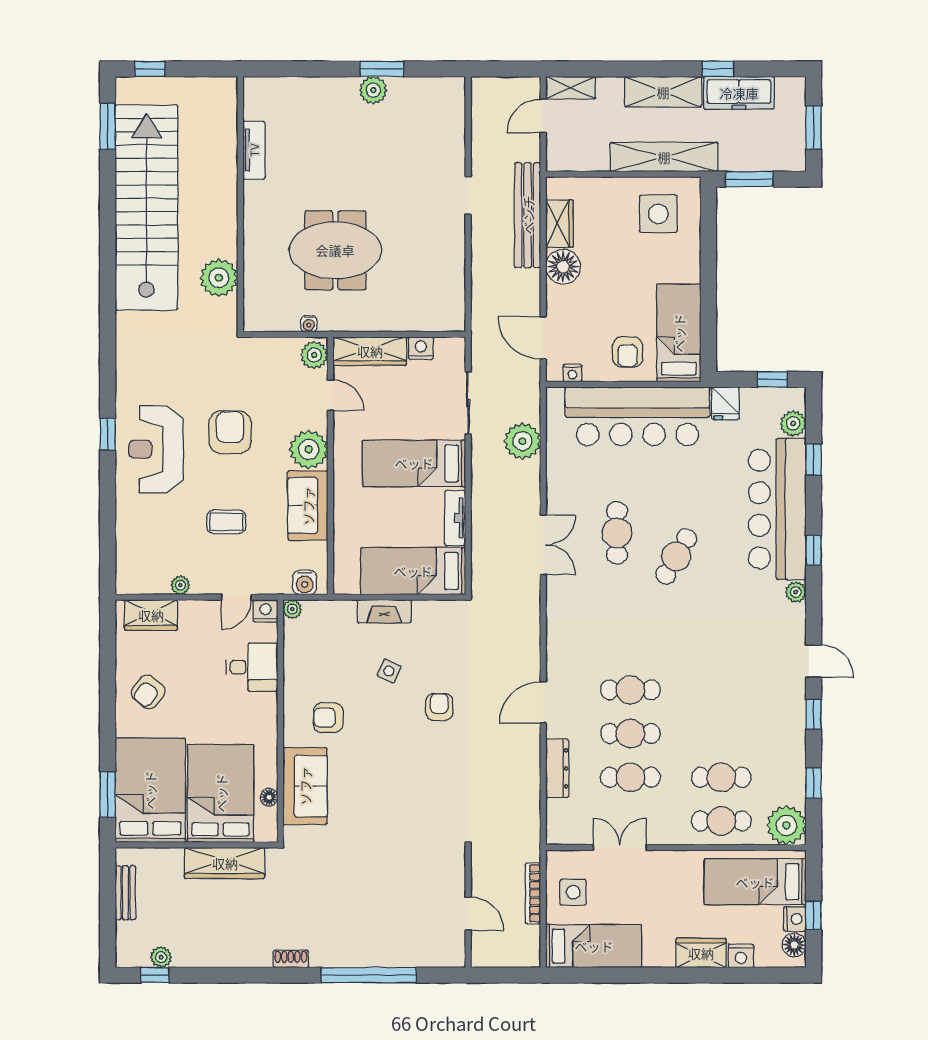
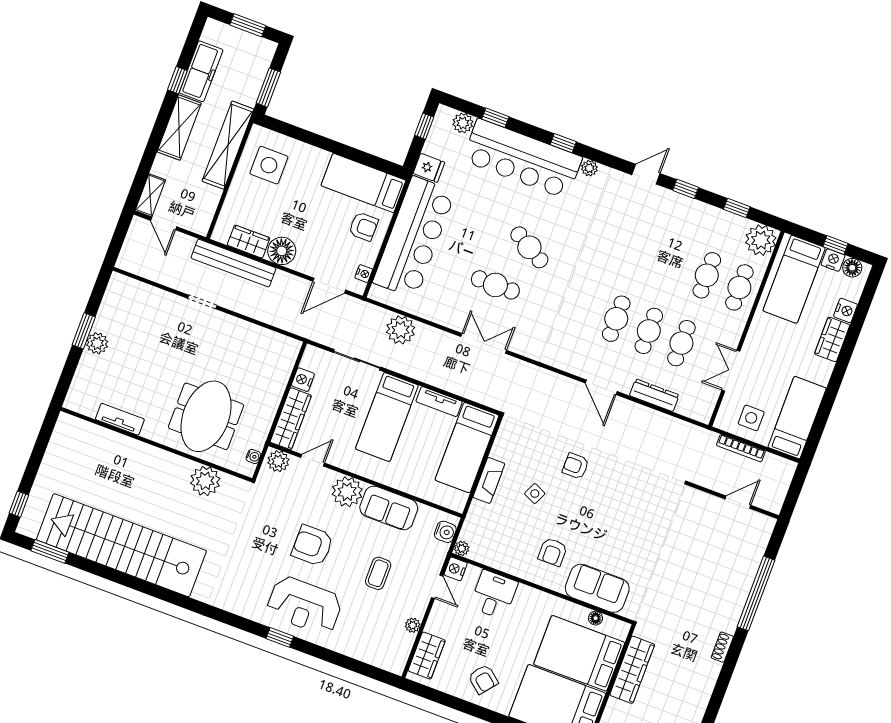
tv unit: (254, 150) -> (120, 419), moved
wall: (240, 204) -> (156, 444), moved
plant: (219, 278) -> (205, 481), moved

